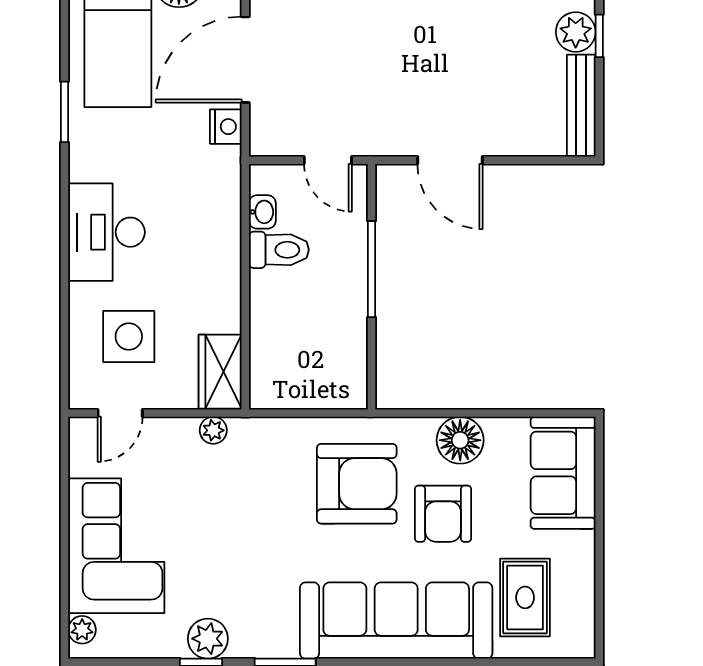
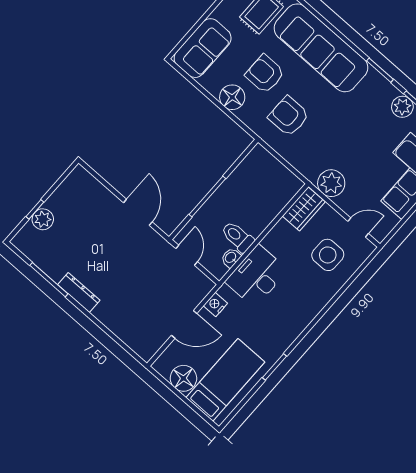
door: (245, 60) -> (184, 324), width x0.73
bench: (581, 106) -> (66, 188), removed
desk: (107, 232) -> (256, 276), moved, turned 180
plant: (213, 430) -> (331, 183), width x1.87, depth x1.87
armchair: (357, 484) -> (289, 116), width x0.73, depth x0.73
armchair: (443, 514) -> (265, 74), turned -90

